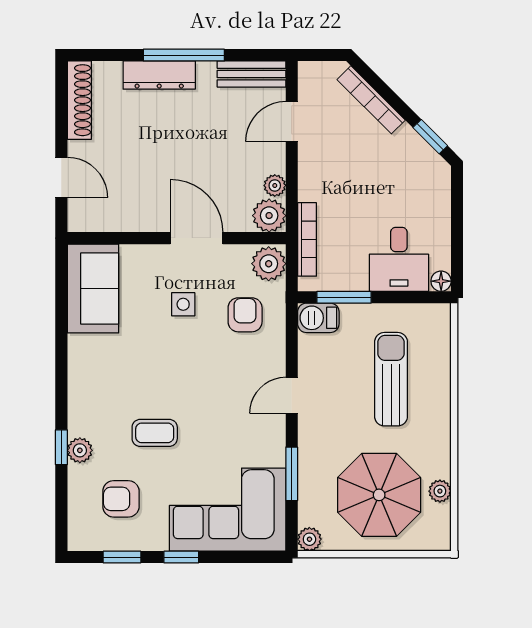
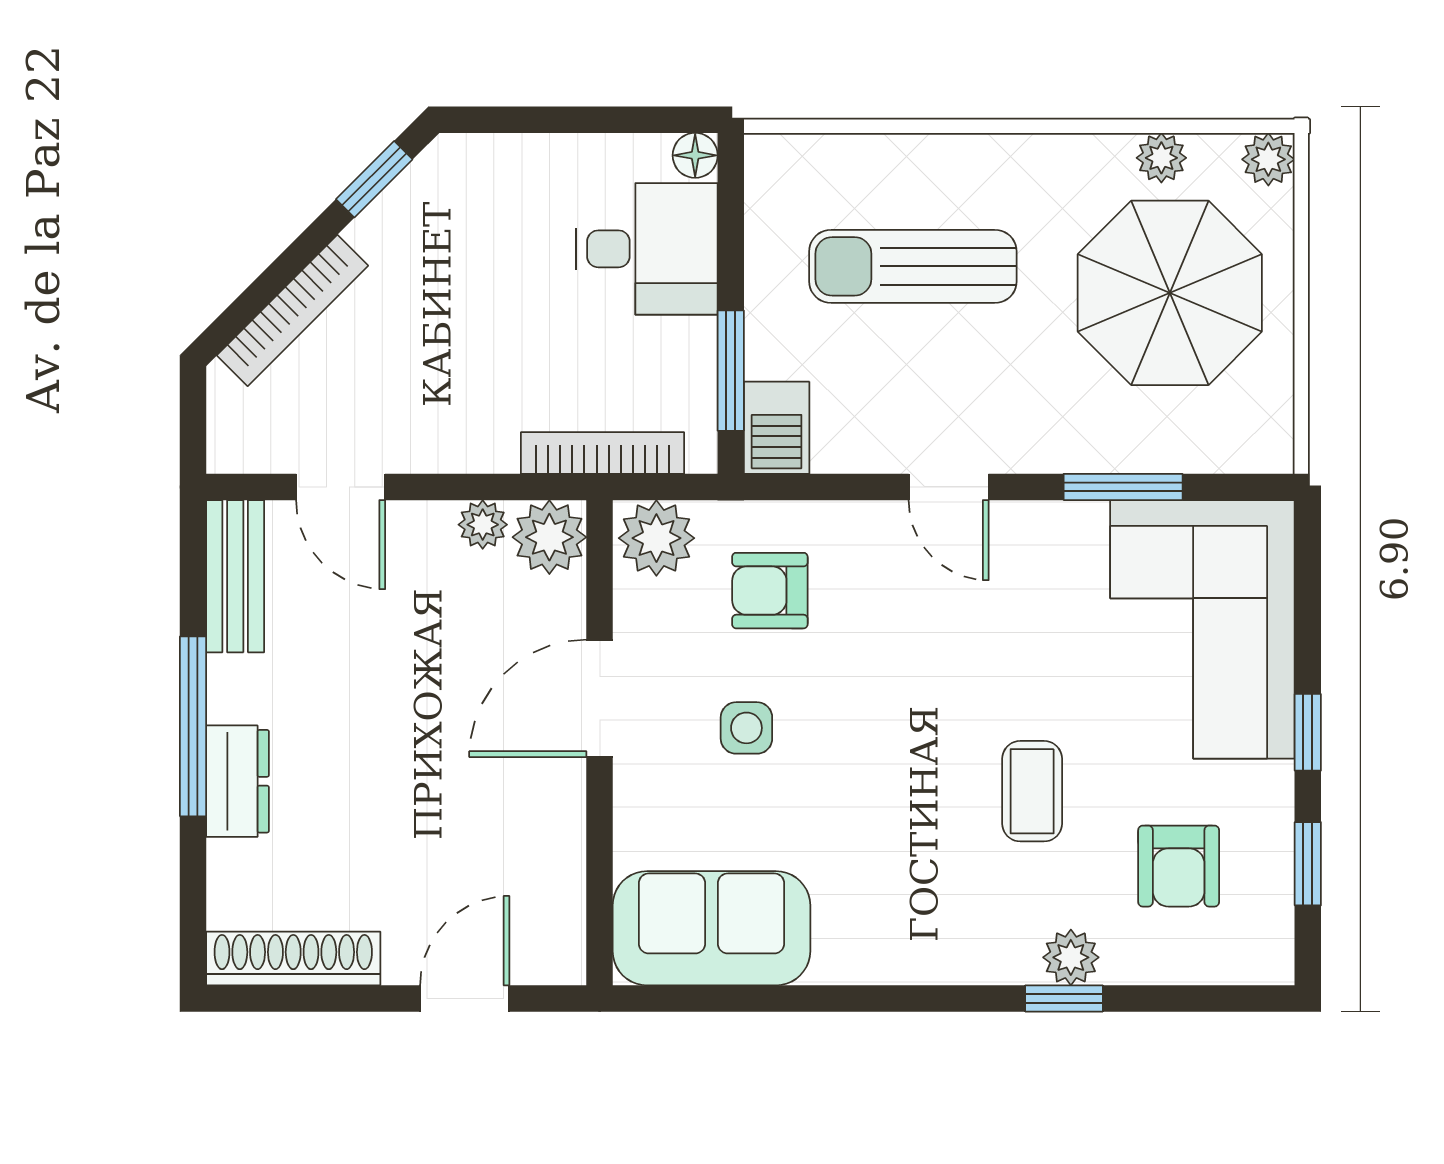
dresser: (159, 75) -> (237, 781), width x0.70
plant: (309, 539) -> (1268, 159), moved

